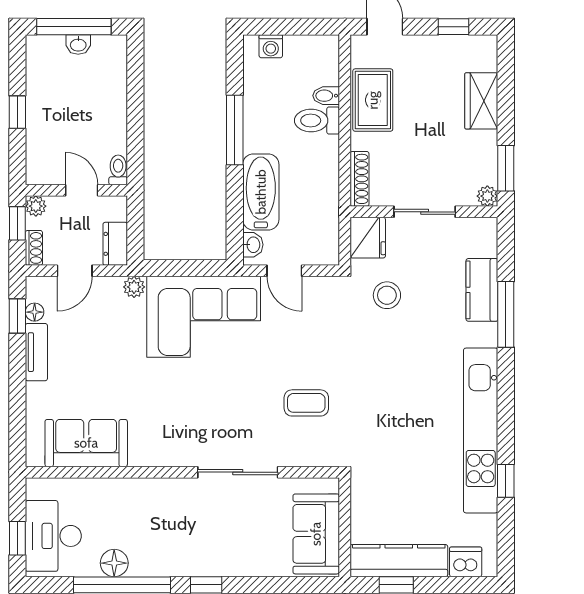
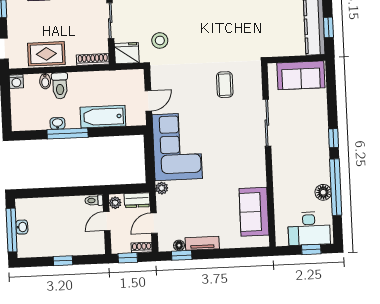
washing machine: (271, 46) -> (16, 81), moved, turned 90
plant: (36, 206) -> (115, 203), moved
washbasin: (253, 245) -> (57, 123), moved
door: (75, 271) -> (154, 223), swing flipped

